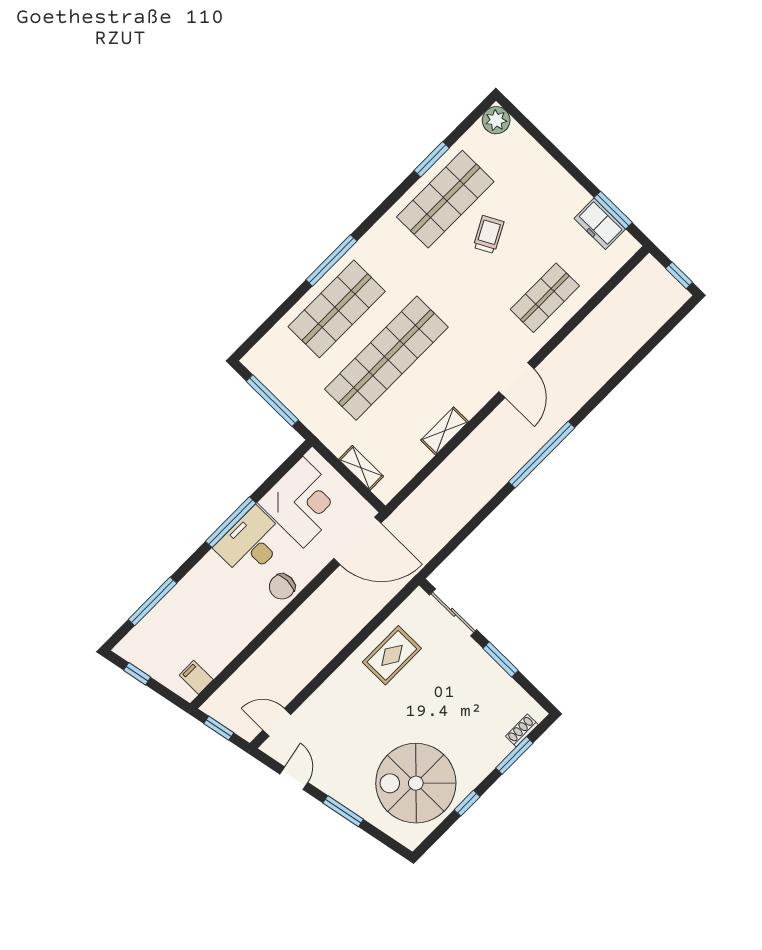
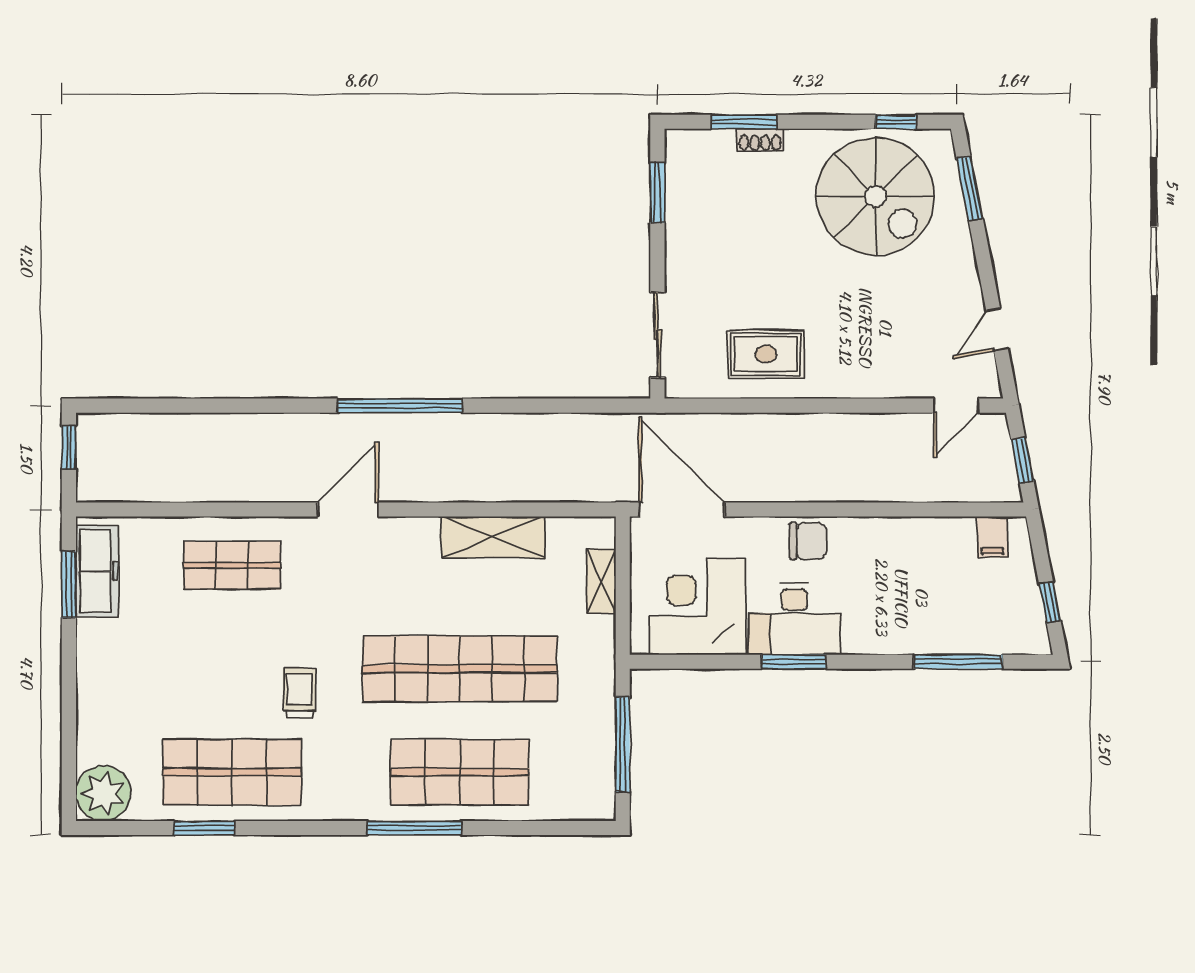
plant: (496, 120) -> (103, 793), width x1.36, depth x1.36
freezer: (600, 224) -> (97, 571), width x1.40
trolley: (489, 234) -> (299, 693), moved, turned 118
shelving: (445, 431) -> (493, 537), width x1.50, depth x1.33
window: (231, 522) -> (794, 662), width x0.69
window: (501, 659) -> (657, 193), moved
door: (277, 722) -> (956, 406), hinge flipped
shoe rack: (522, 730) -> (760, 140), moved
window: (467, 803) -> (896, 122), moved
window: (343, 811) -> (970, 189), moved

